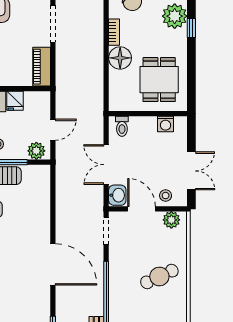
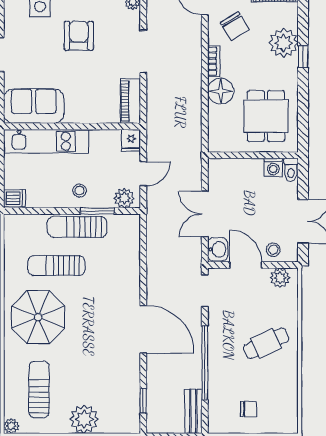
fridge: (15, 101) -> (131, 140), moved
toilet: (122, 126) -> (291, 170), moved

